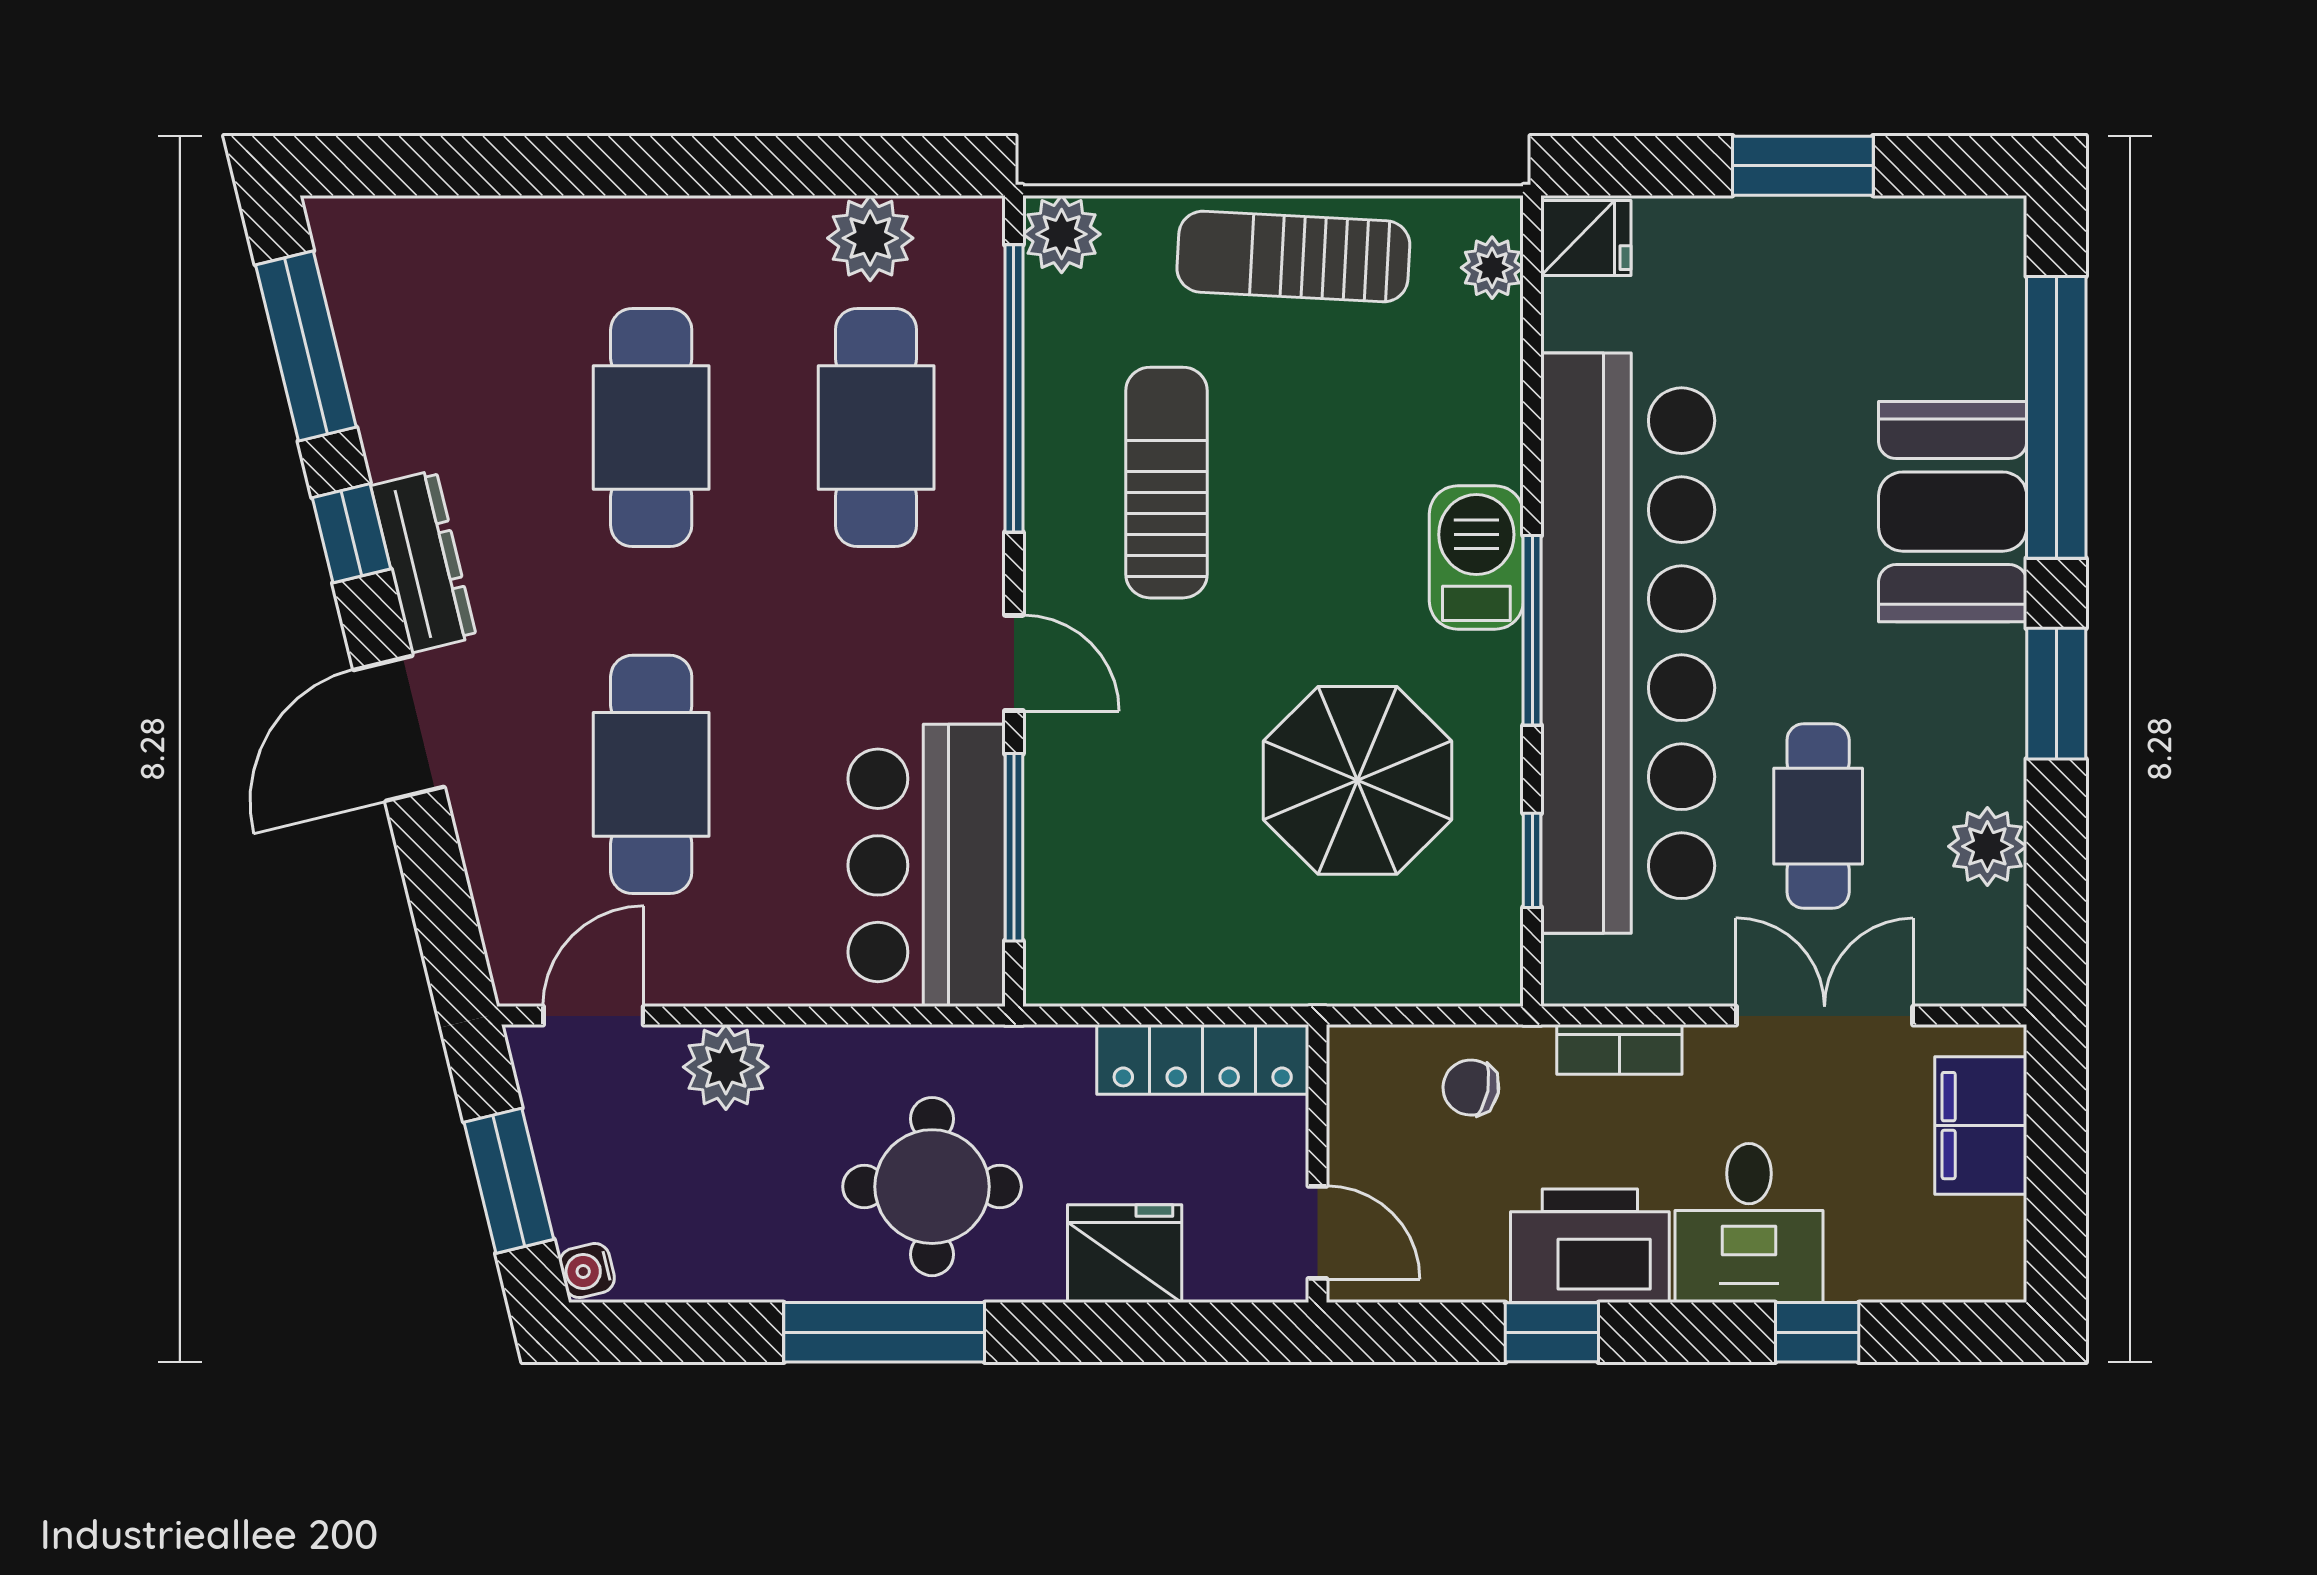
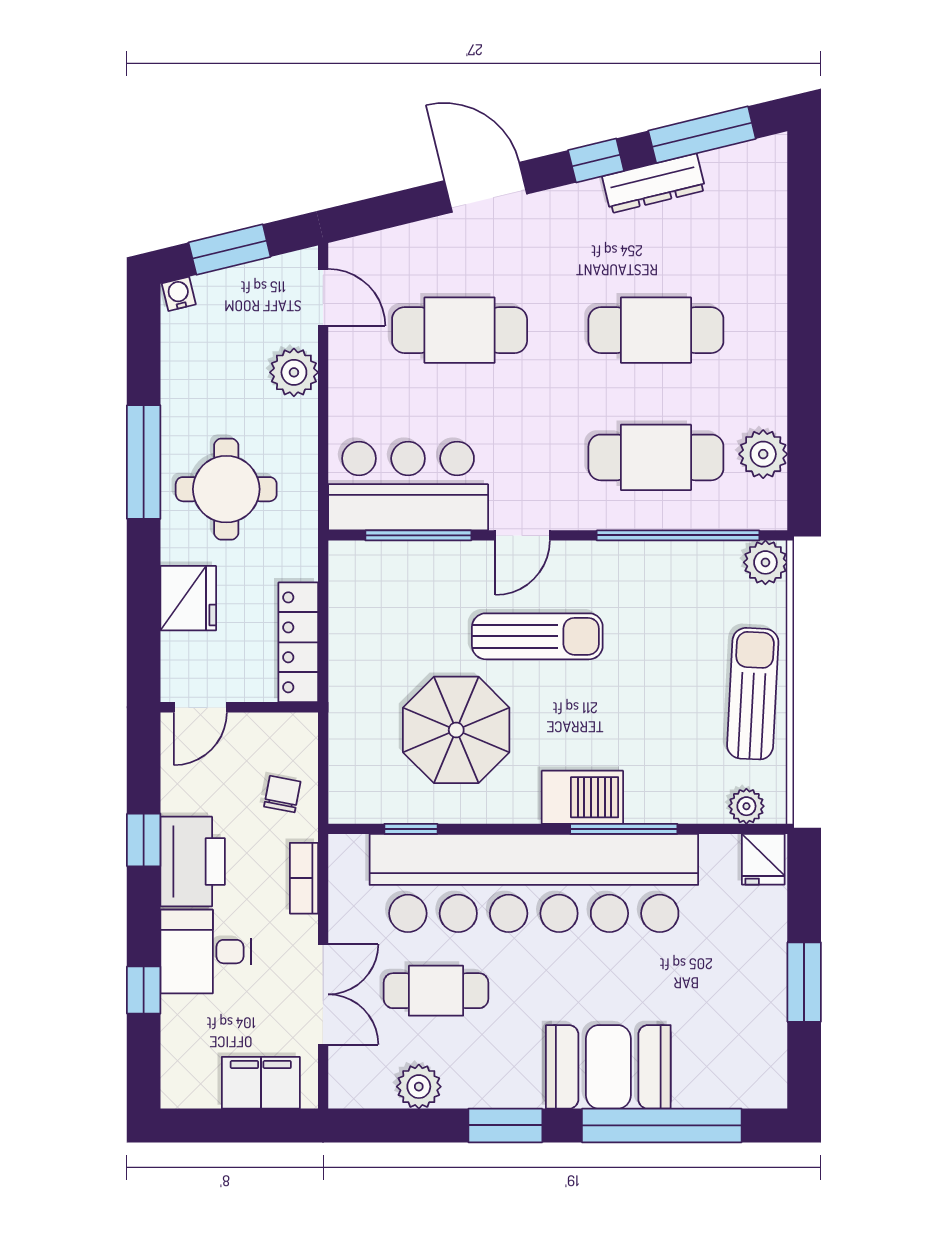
sun lounger: (1167, 483) -> (537, 636), moved
dresser: (424, 561) -> (654, 183), moved
window: (1532, 630) -> (624, 829), moved

